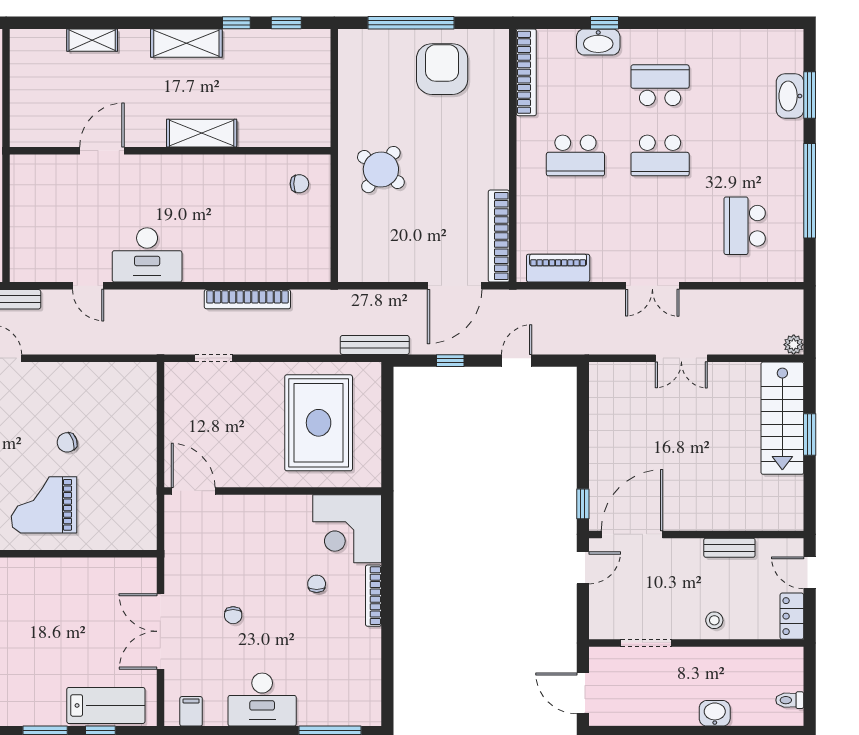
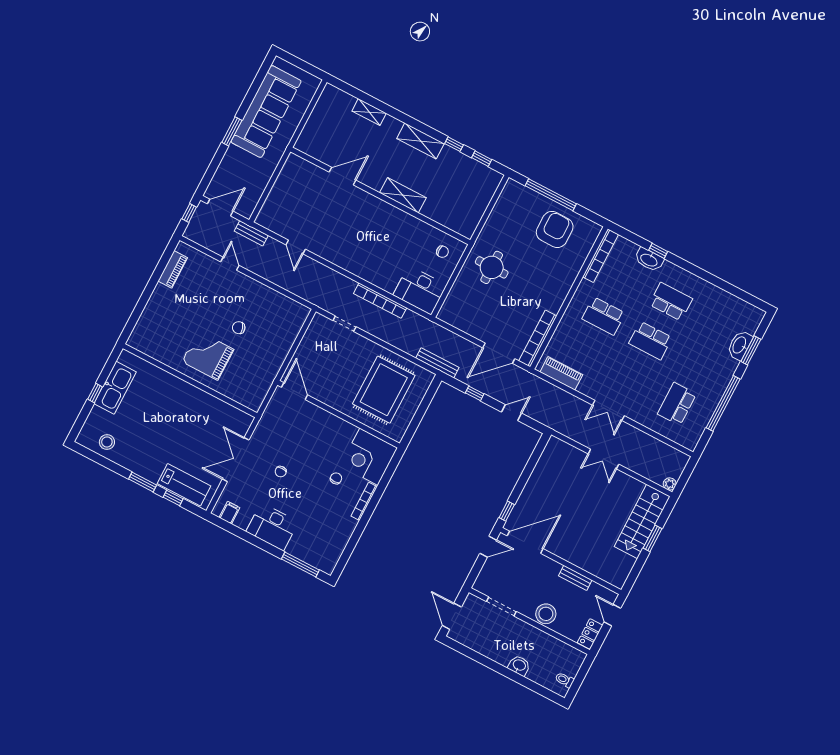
round table: (381, 170) -> (492, 267), turned -37
desk: (147, 255) -> (420, 290), moved
stool: (714, 620) -> (546, 614), width x1.89, depth x1.89

